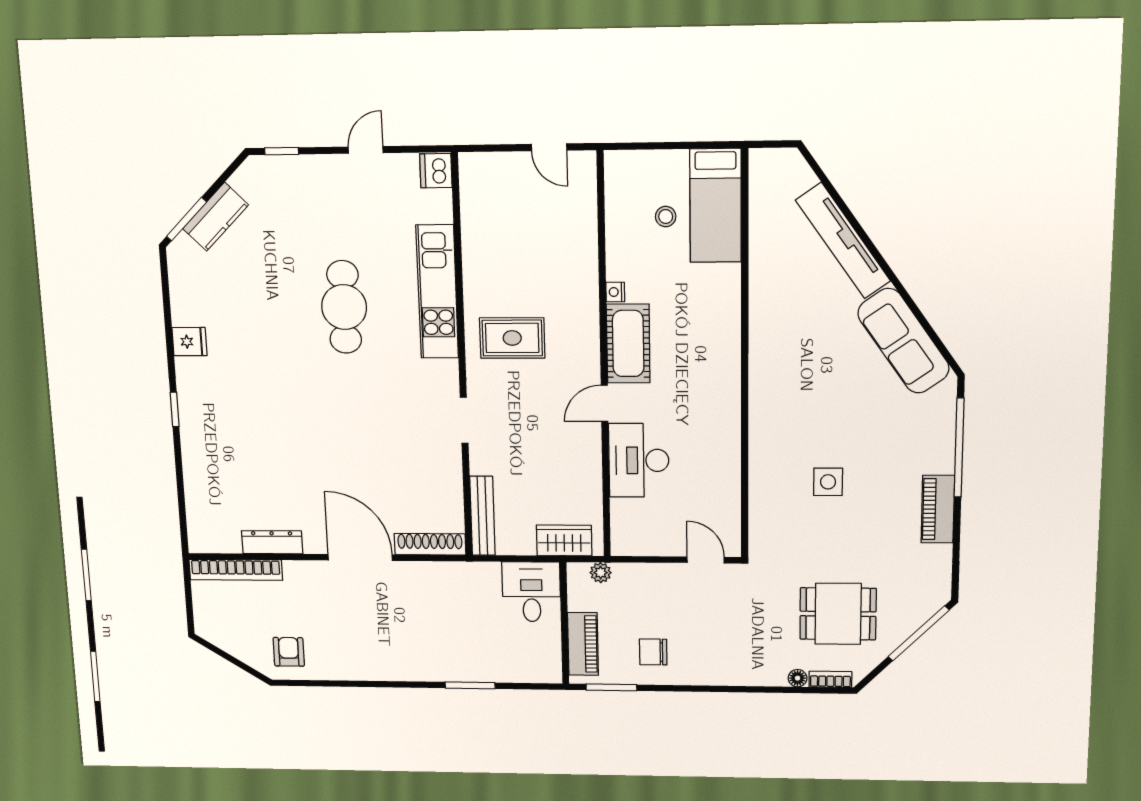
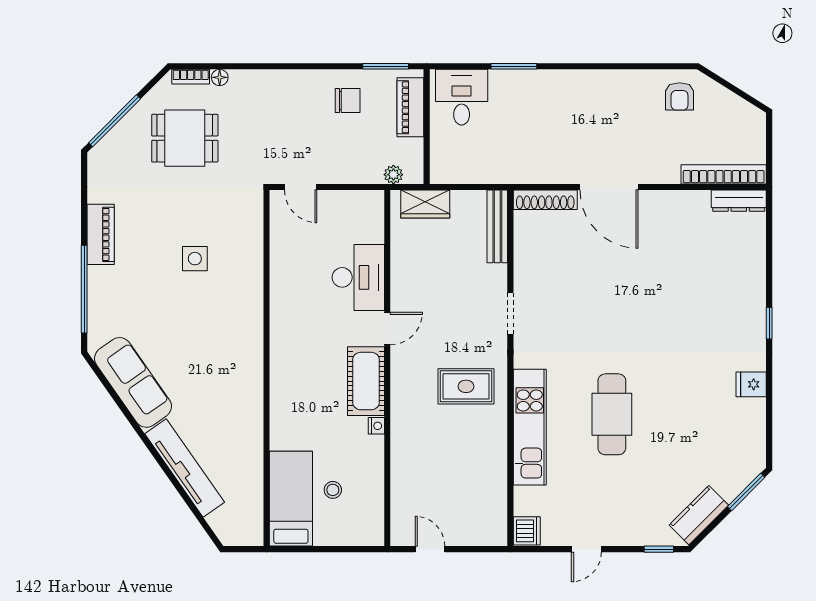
kitchen counter: (216, 217) -> (699, 515), moved
dresser: (272, 542) -> (739, 201), moved
desk: (531, 592) -> (462, 97), moved, turned 180

